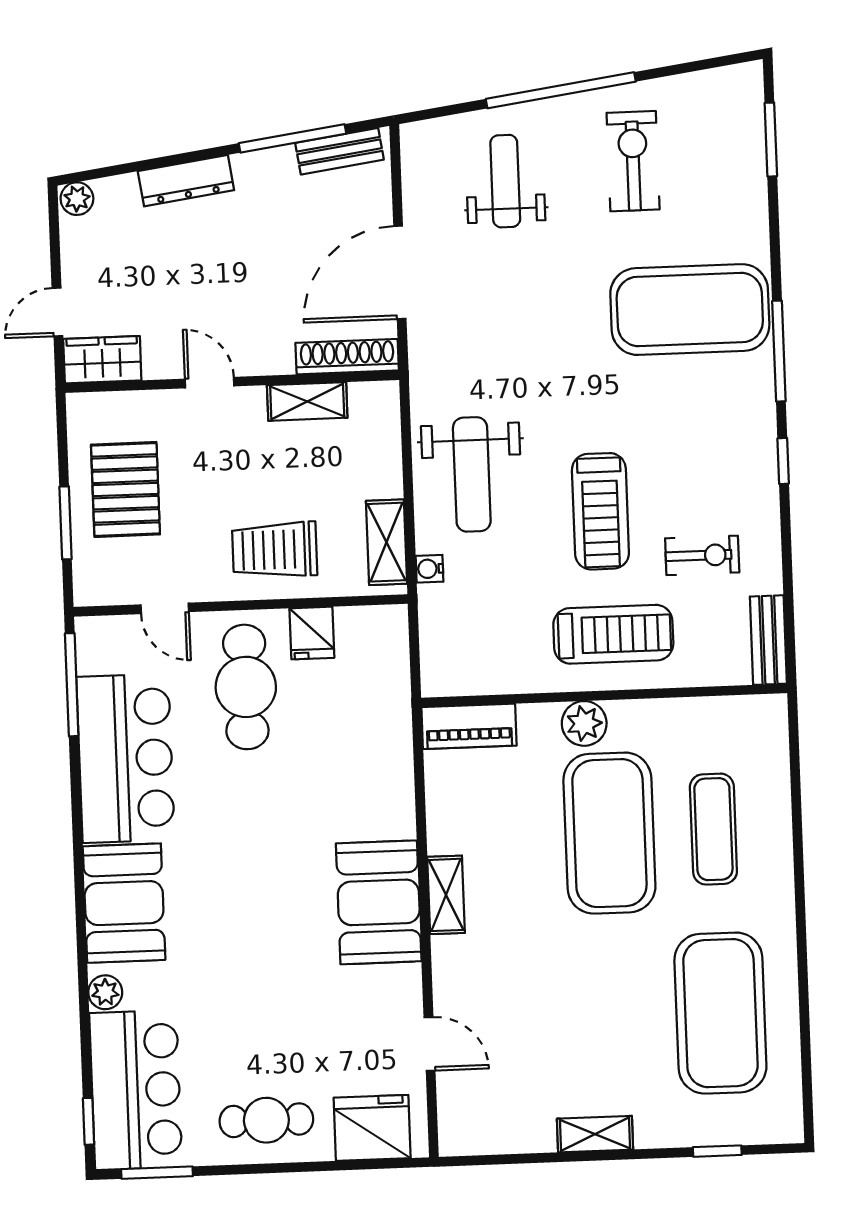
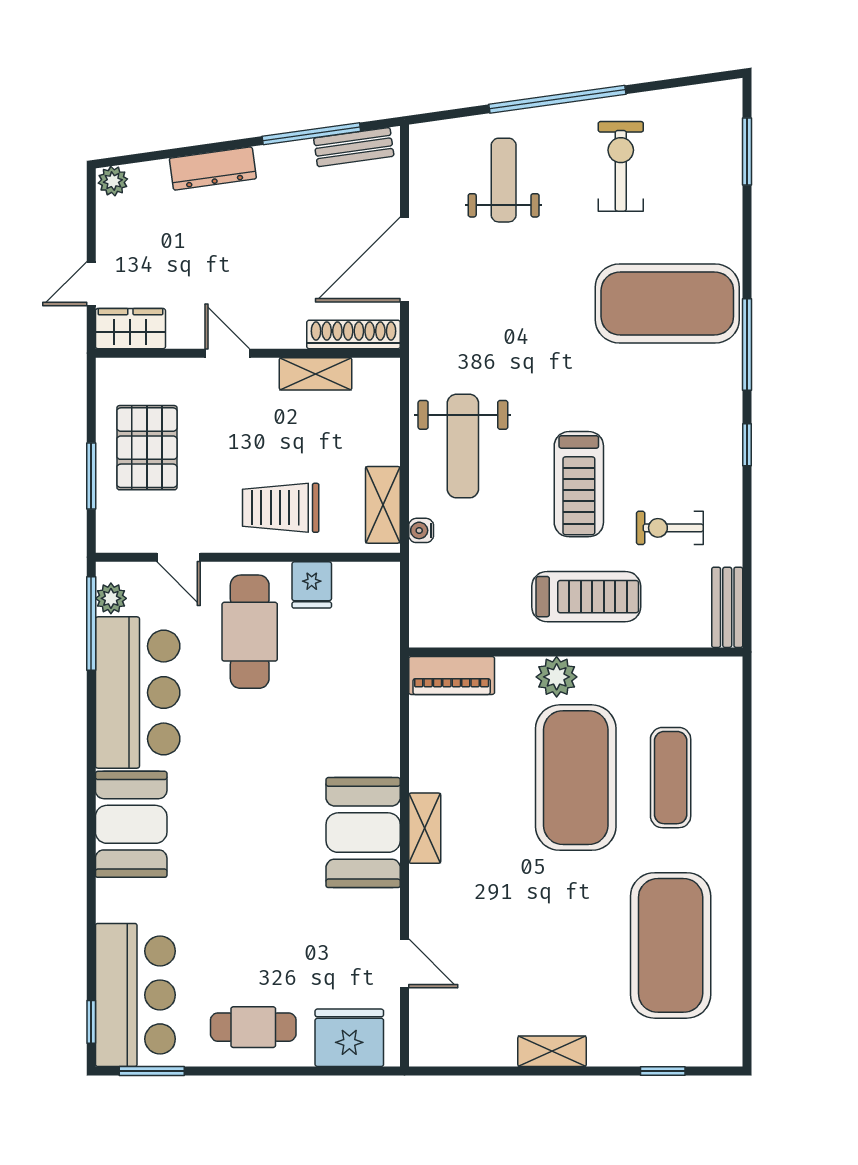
exercise bike: (702, 555) -> (670, 528), turned 180
plant: (105, 992) -> (111, 598), moved

